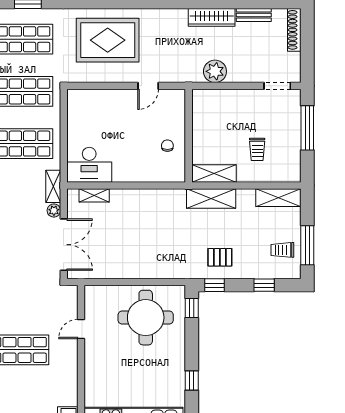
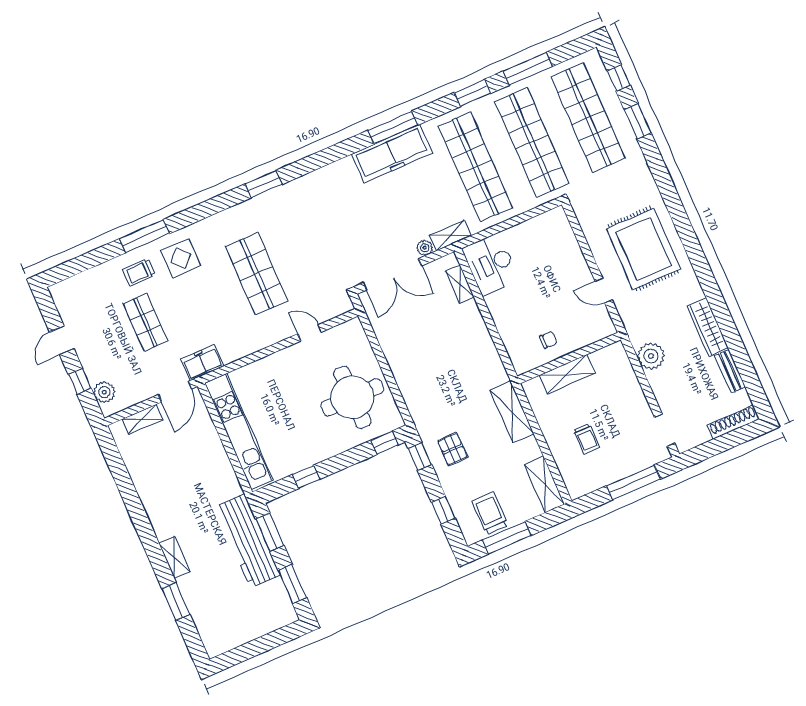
rug: (108, 40) -> (643, 249), moved
trolley: (257, 149) -> (587, 438), turned -90
shelving: (214, 174) -> (567, 374), moved, turned 90
trolley: (282, 250) -> (490, 513), width x1.36, depth x1.39

